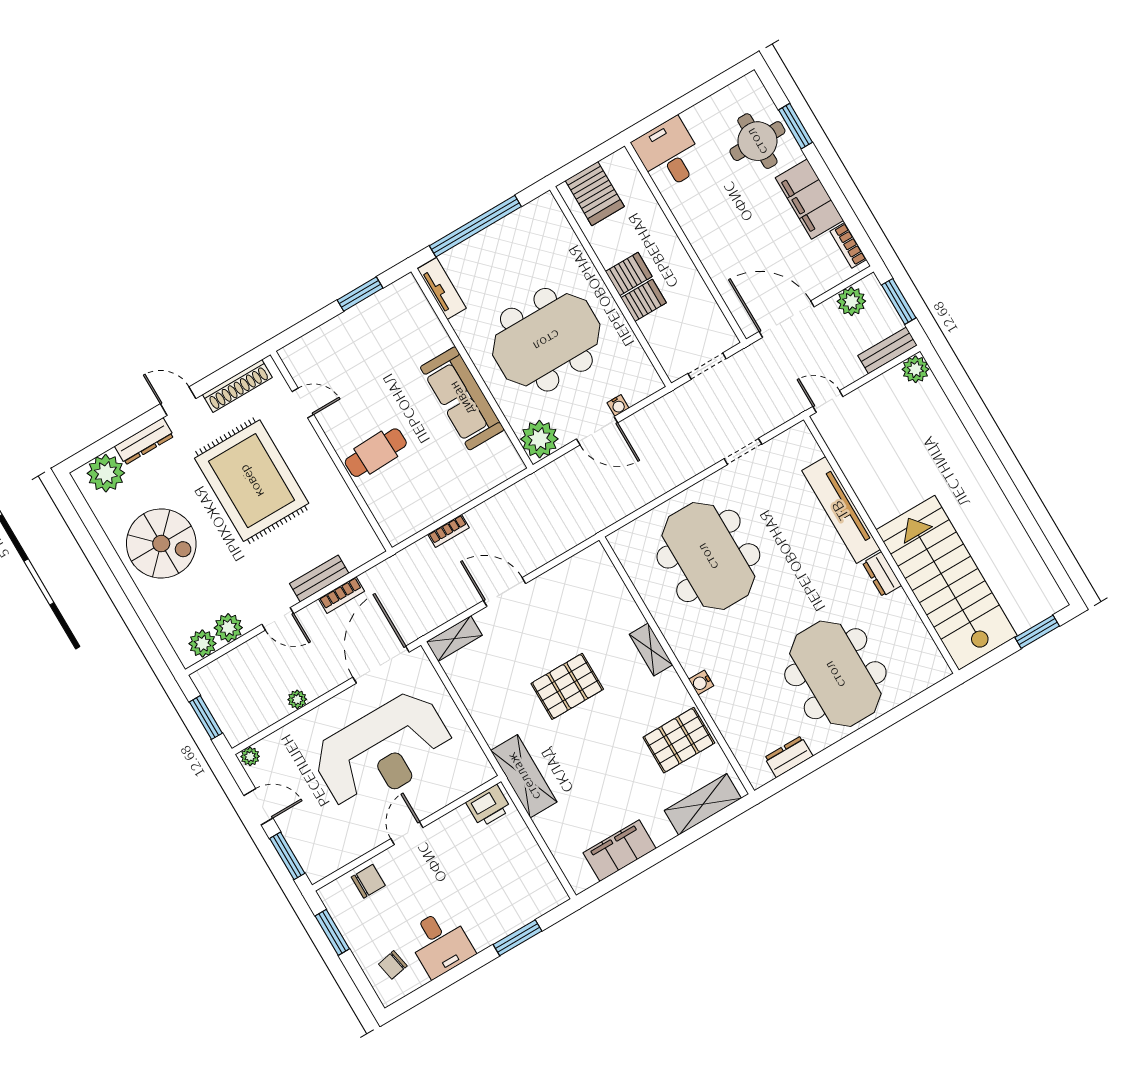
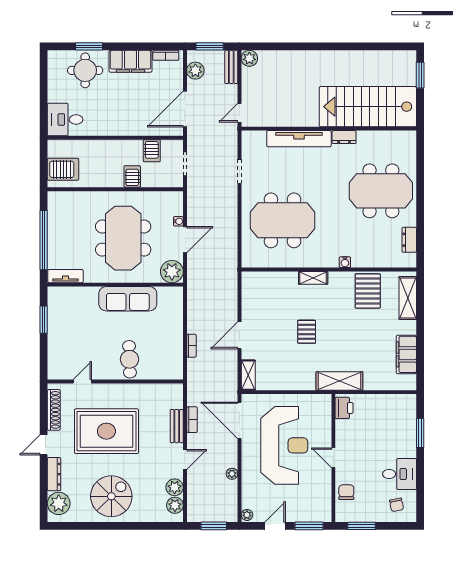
server rack: (629, 274) -> (152, 151), moved, turned 180
pallet: (567, 686) -> (307, 332), width x0.67, depth x0.71

